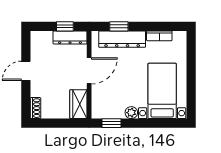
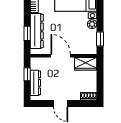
dresser: (70, 37) -> (35, 83), moved

